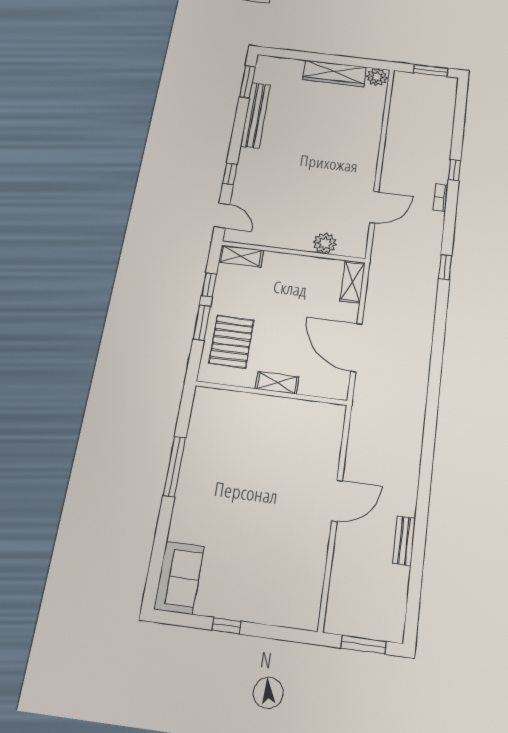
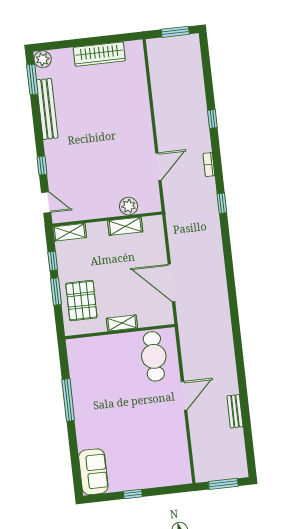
plant: (377, 77) -> (43, 59), moved
bookcase: (441, 197) -> (209, 165), moved
shelving: (353, 282) -> (125, 226), moved, turned 90
cafe table: (308, 437) -> (154, 356), added

